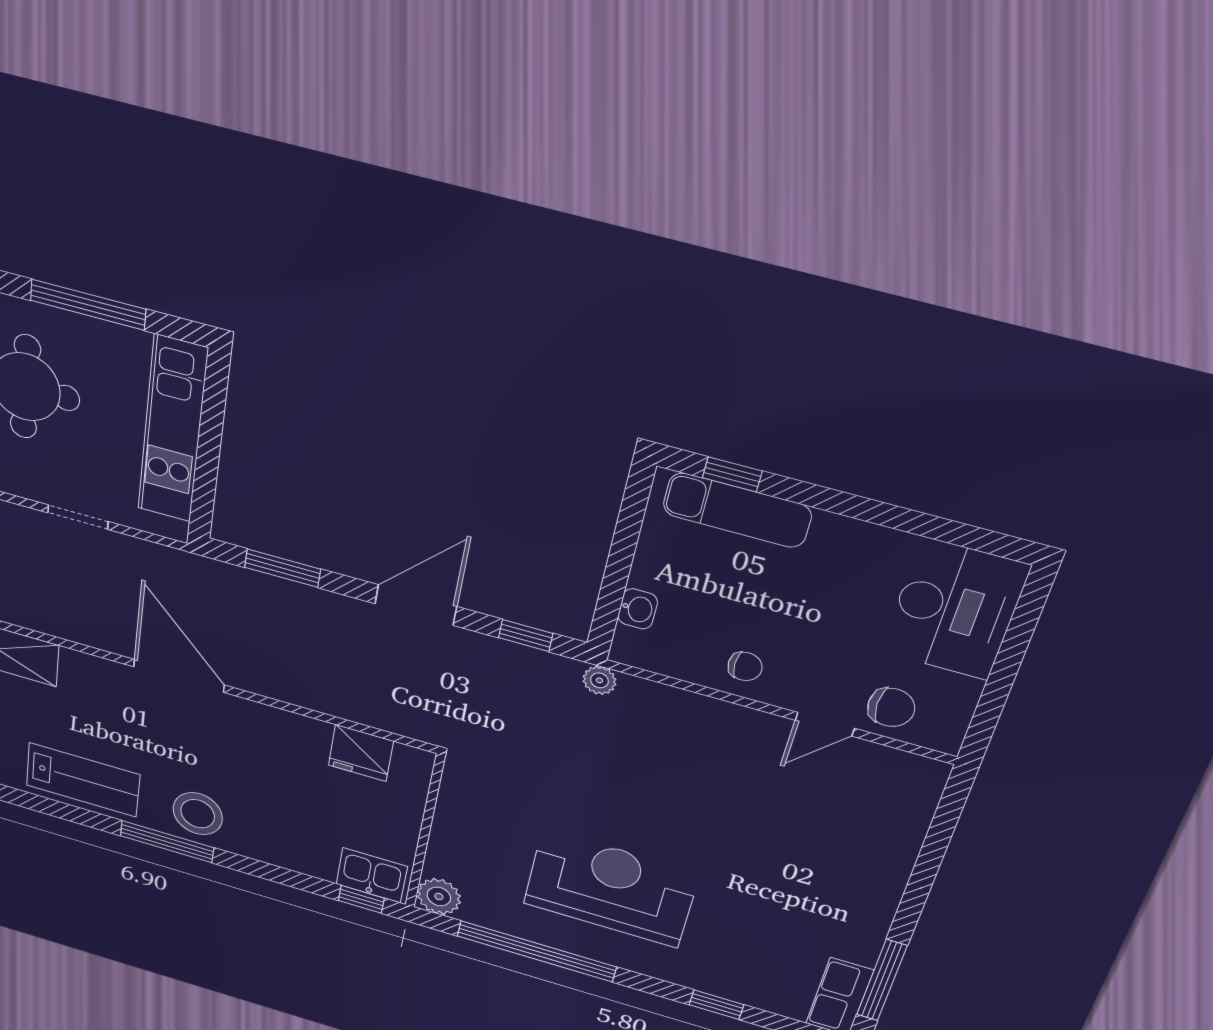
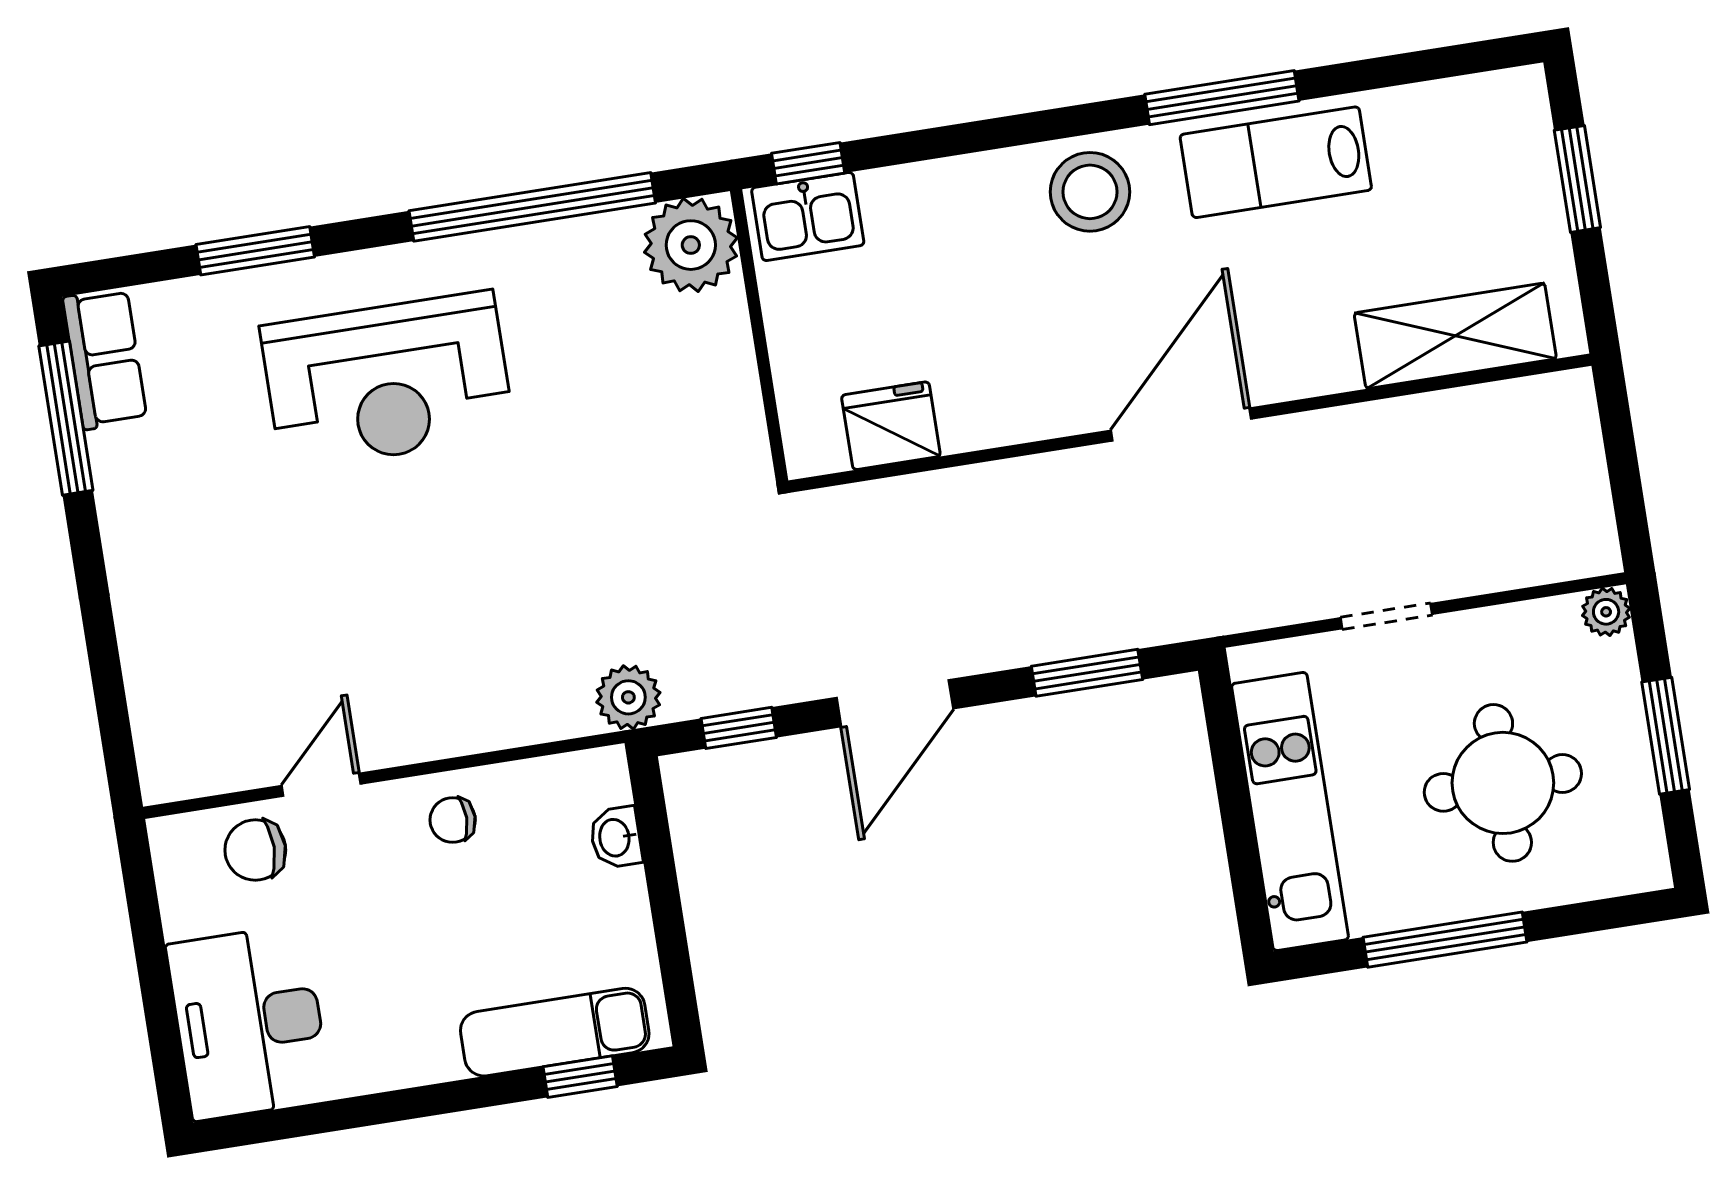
door: (179, 676) -> (1181, 425), swing flipped
plant: (599, 680) -> (628, 697), width x1.38, depth x1.38
window: (167, 842) -> (1222, 98), moved
reception desk: (611, 888) -> (387, 381), moved
plant: (439, 896) -> (691, 245), width x1.36, depth x1.36
window: (716, 1005) -> (255, 251), width x1.50

